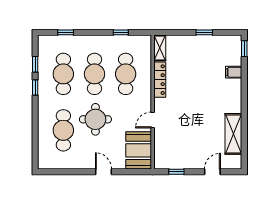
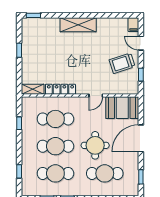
filing cabinet: (234, 72) -> (133, 25), moved
door: (153, 120) -> (96, 95), hinge flipped
shelving: (233, 134) -> (78, 25), moved
trolley: (190, 150) -> (122, 63), added
window: (59, 172) -> (141, 177), added
door: (104, 172) -> (141, 138), width x1.88

